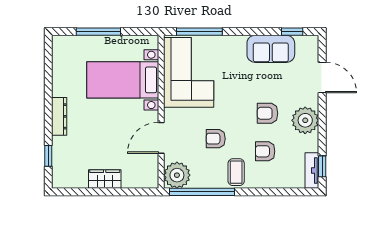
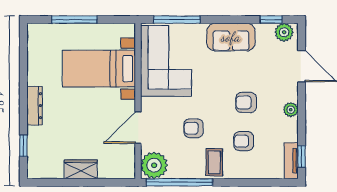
plant: (305, 44) -> (284, 32), added
sofa: (271, 49) -> (231, 37), moved
plant: (305, 120) -> (291, 110), width x0.53, depth x0.53

